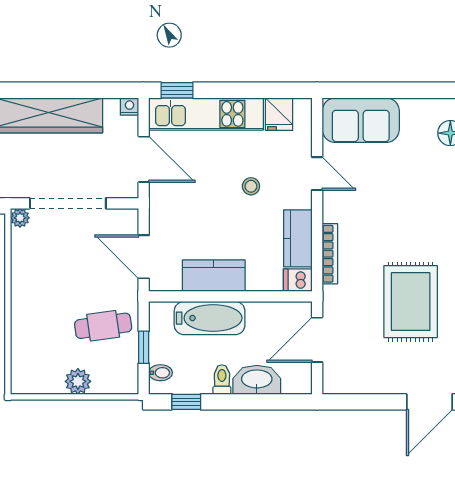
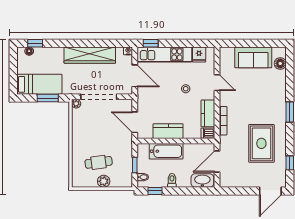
sofa: (361, 120) -> (253, 57), moved
cafe table: (103, 326) -> (99, 162), moved
washbasin: (257, 380) -> (202, 181), moved

